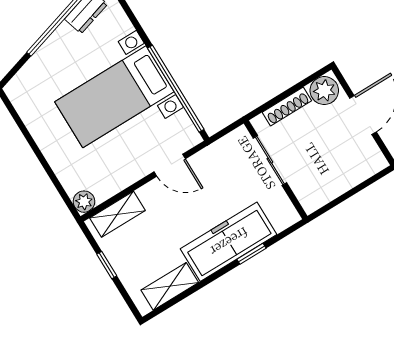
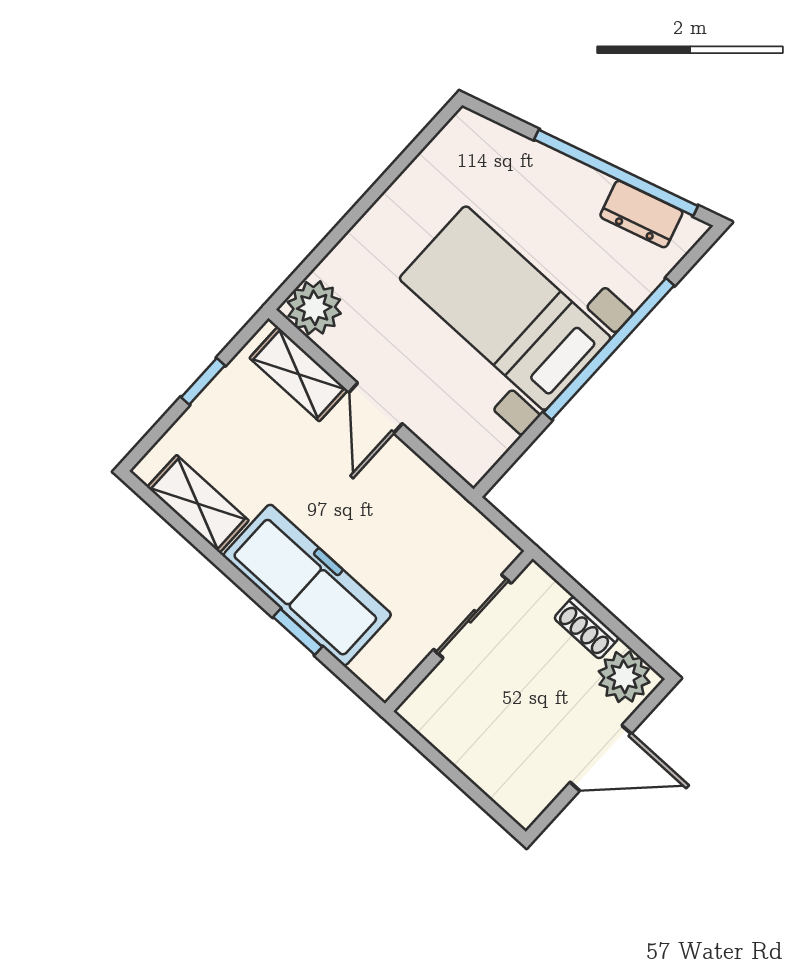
window: (176, 89) -> (609, 349), moved
shoe rack: (287, 107) -> (586, 628), width x0.70
door: (170, 165) -> (376, 408), moved
plant: (84, 202) -> (314, 308), width x1.38, depth x1.38

